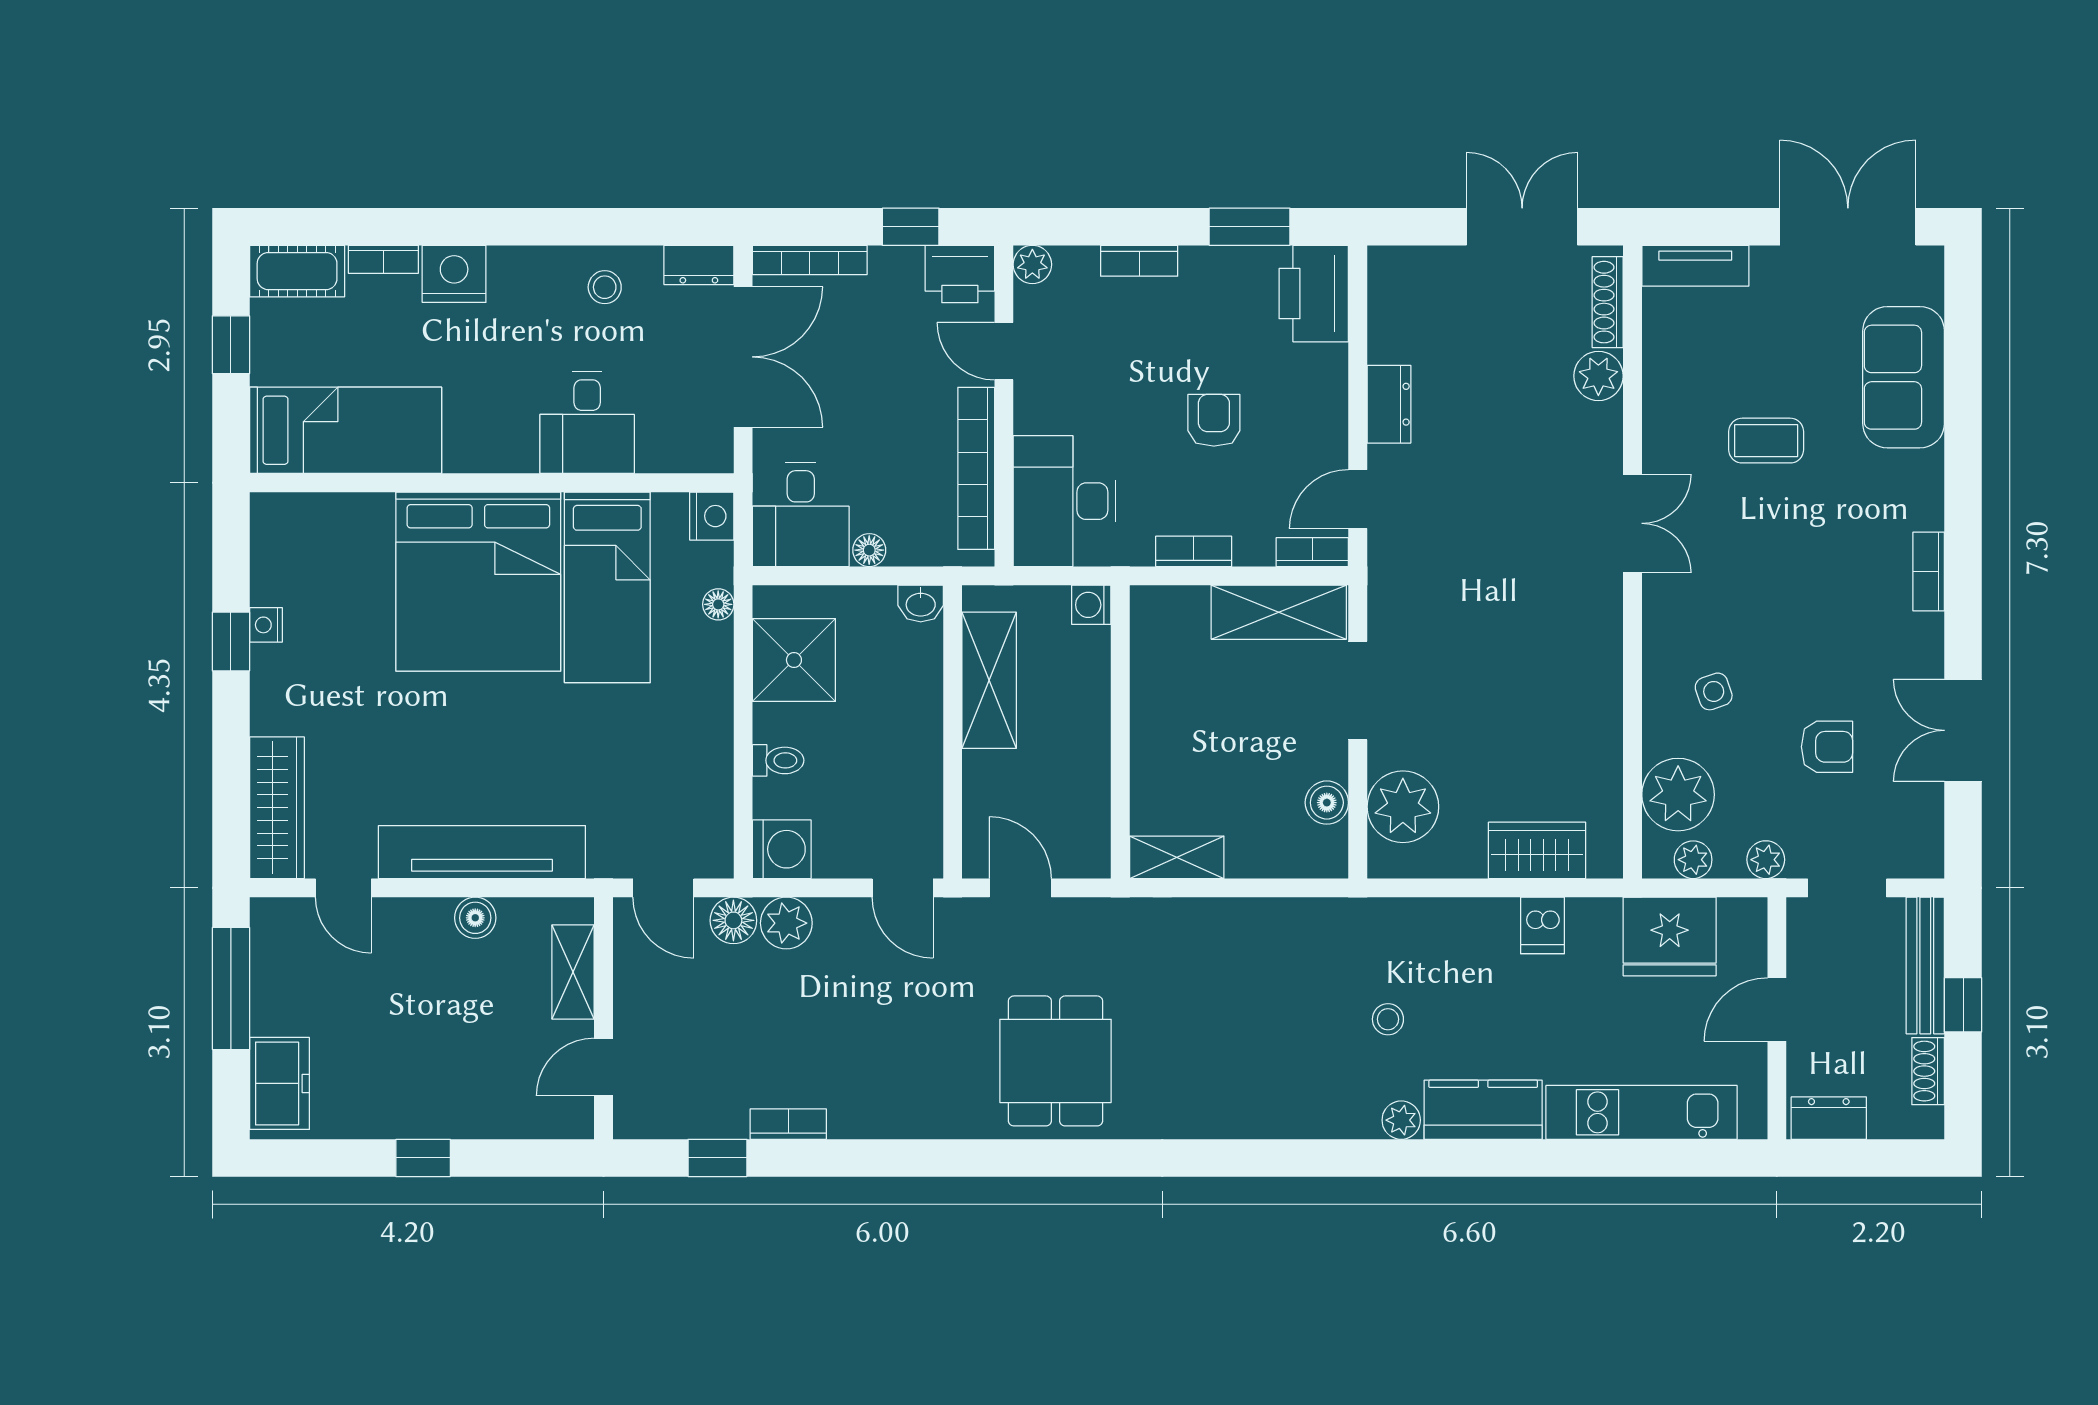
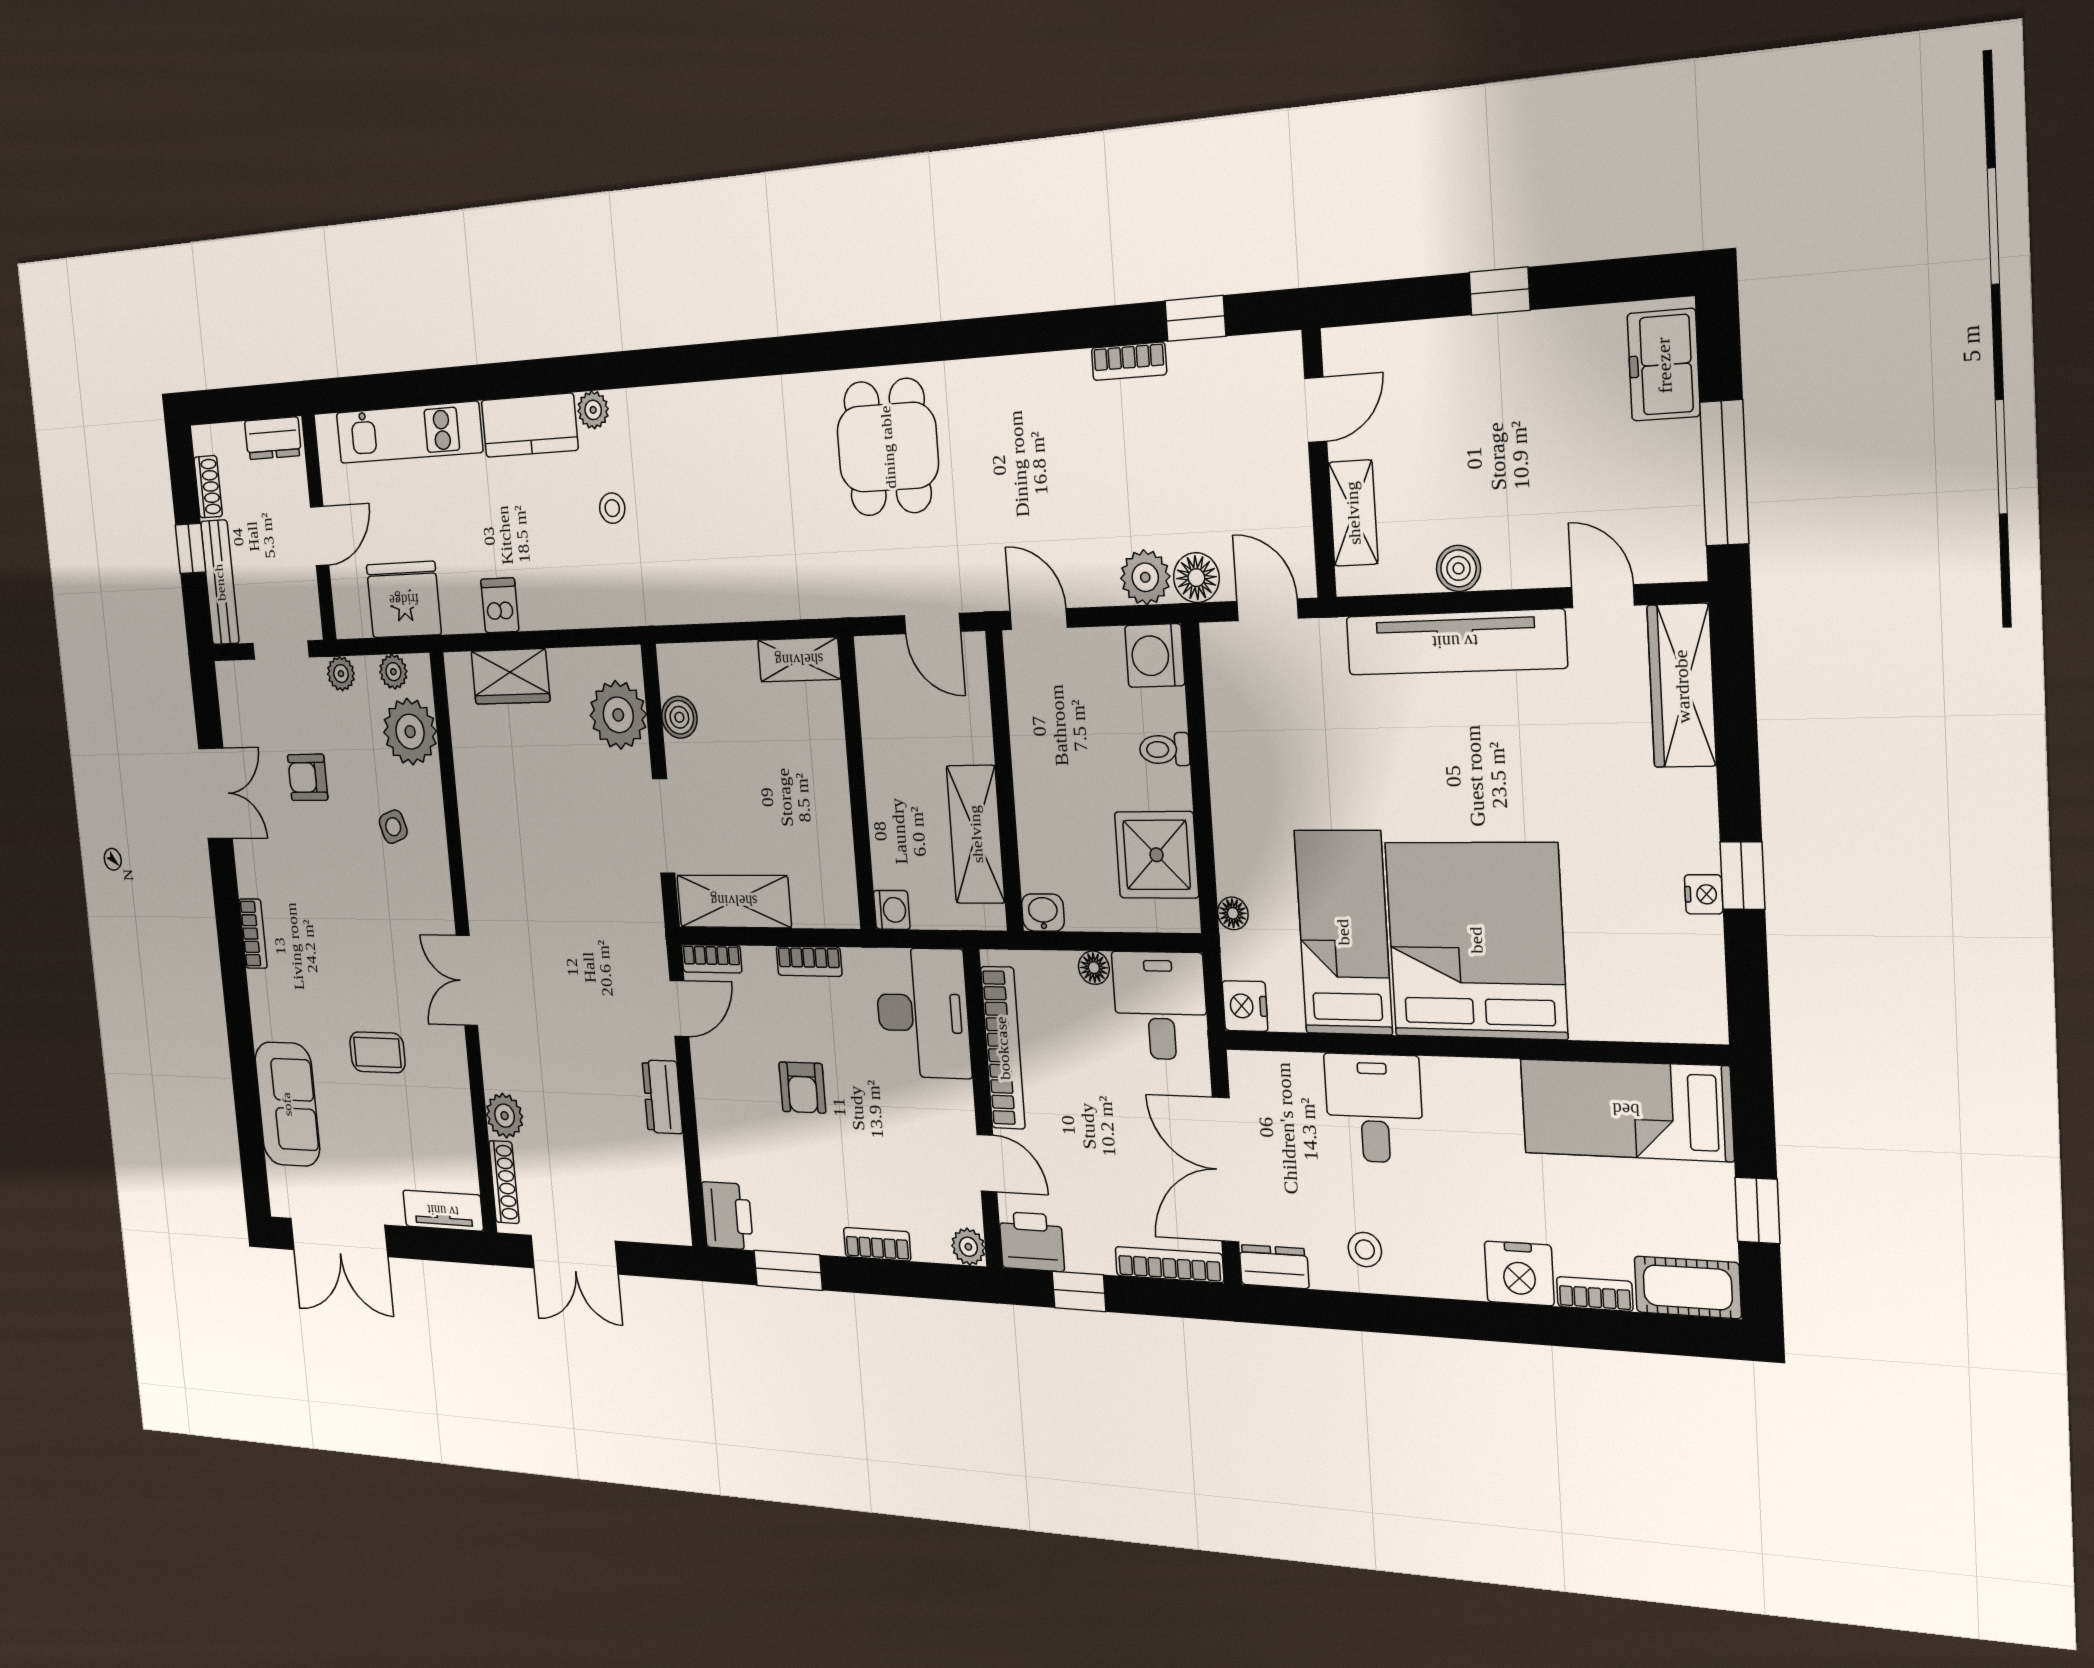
printer: (1314, 294) -> (727, 1216), width x0.73, depth x0.84

